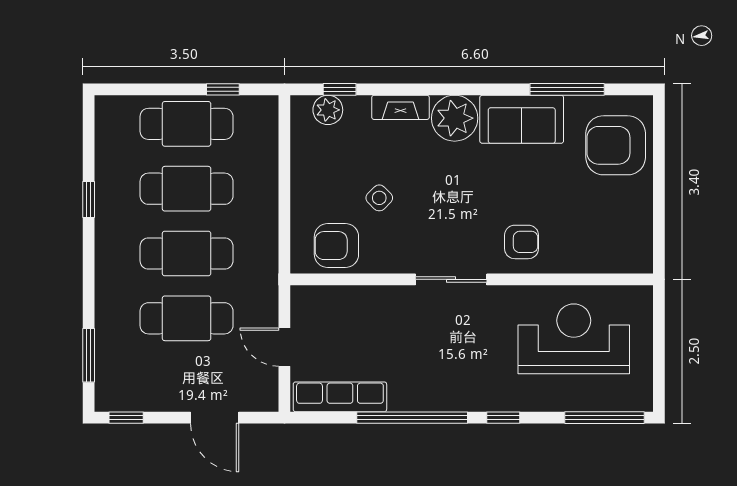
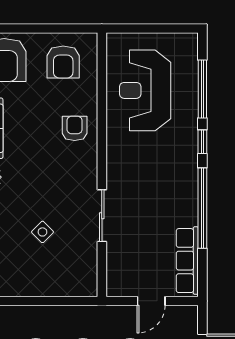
armchair: (336, 246) -> (63, 62), moved
sliding door: (451, 279) -> (102, 216), moved
window: (604, 418) -> (202, 89), moved

